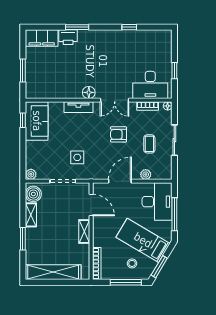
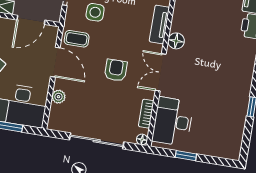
sliding door: (174, 140) -> (97, 141), width x1.37
coffee table: (149, 144) -> (77, 39), moved

